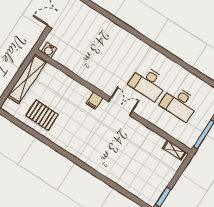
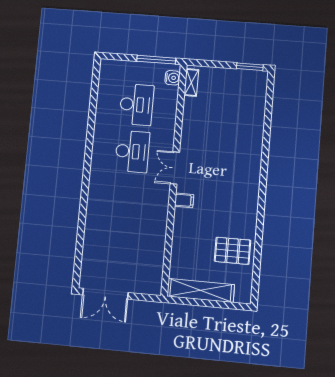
water cooler: (49, 50) -> (172, 78), moved
pallet: (42, 115) -> (233, 251), turned 90

